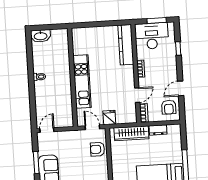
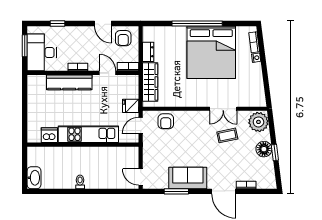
kitchen counter: (126, 45) -> (69, 82), moved
dishwasher: (79, 47) -> (49, 135), added
armchair: (169, 107) -> (123, 38), turned 90

